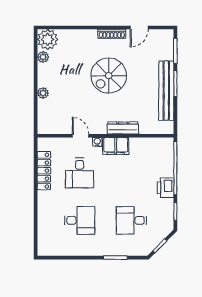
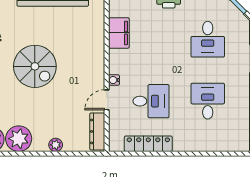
plant: (43, 57) -> (19, 139), width x1.88, depth x1.88
dresser: (123, 128) -> (97, 131), moved
filing cabinet: (116, 146) -> (119, 33), moved

